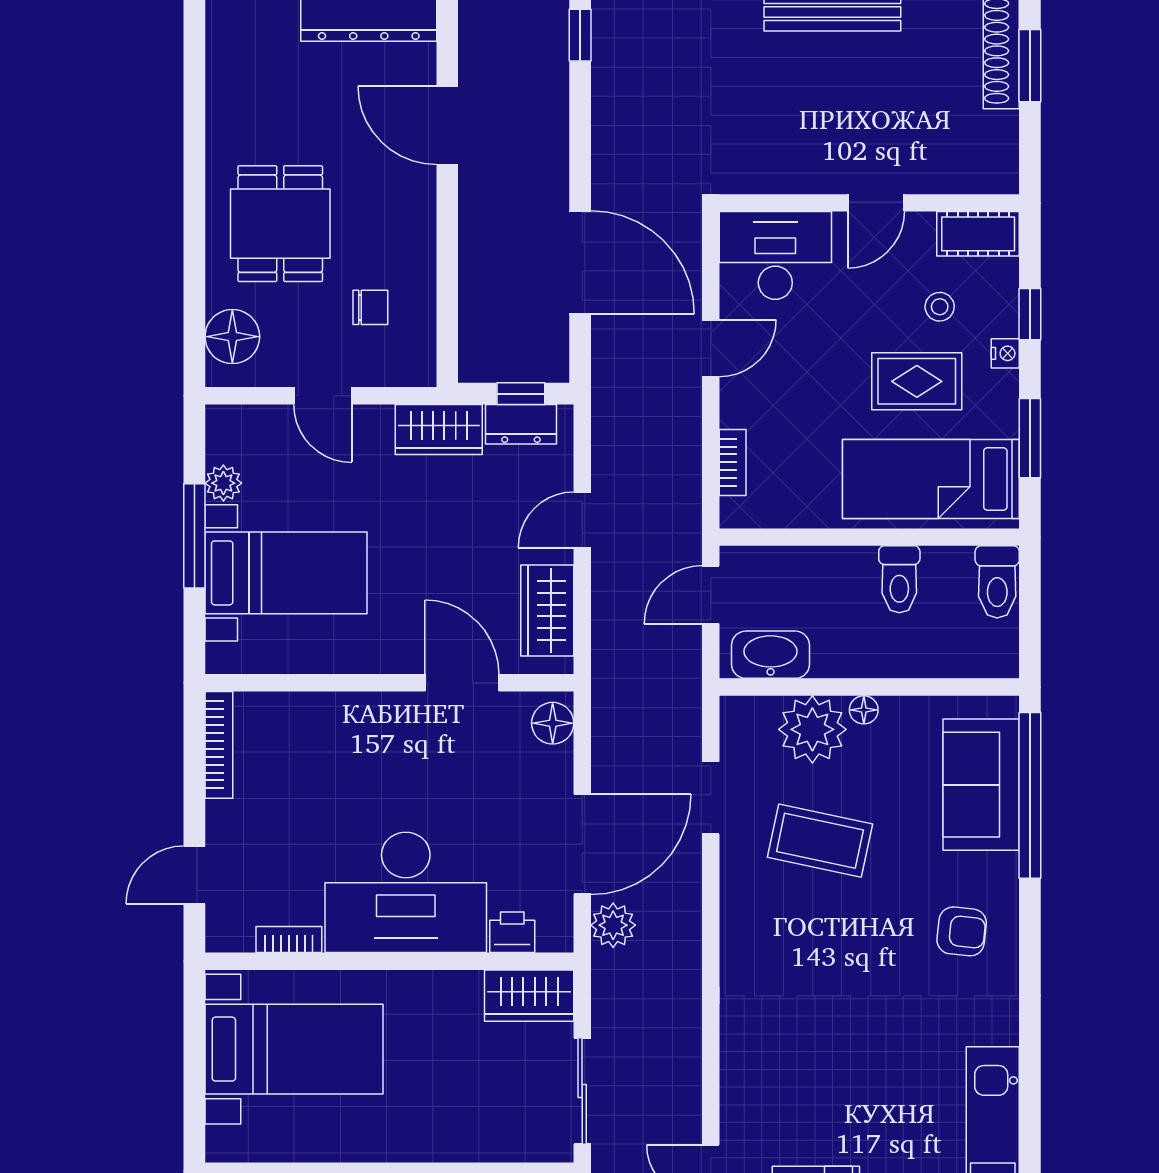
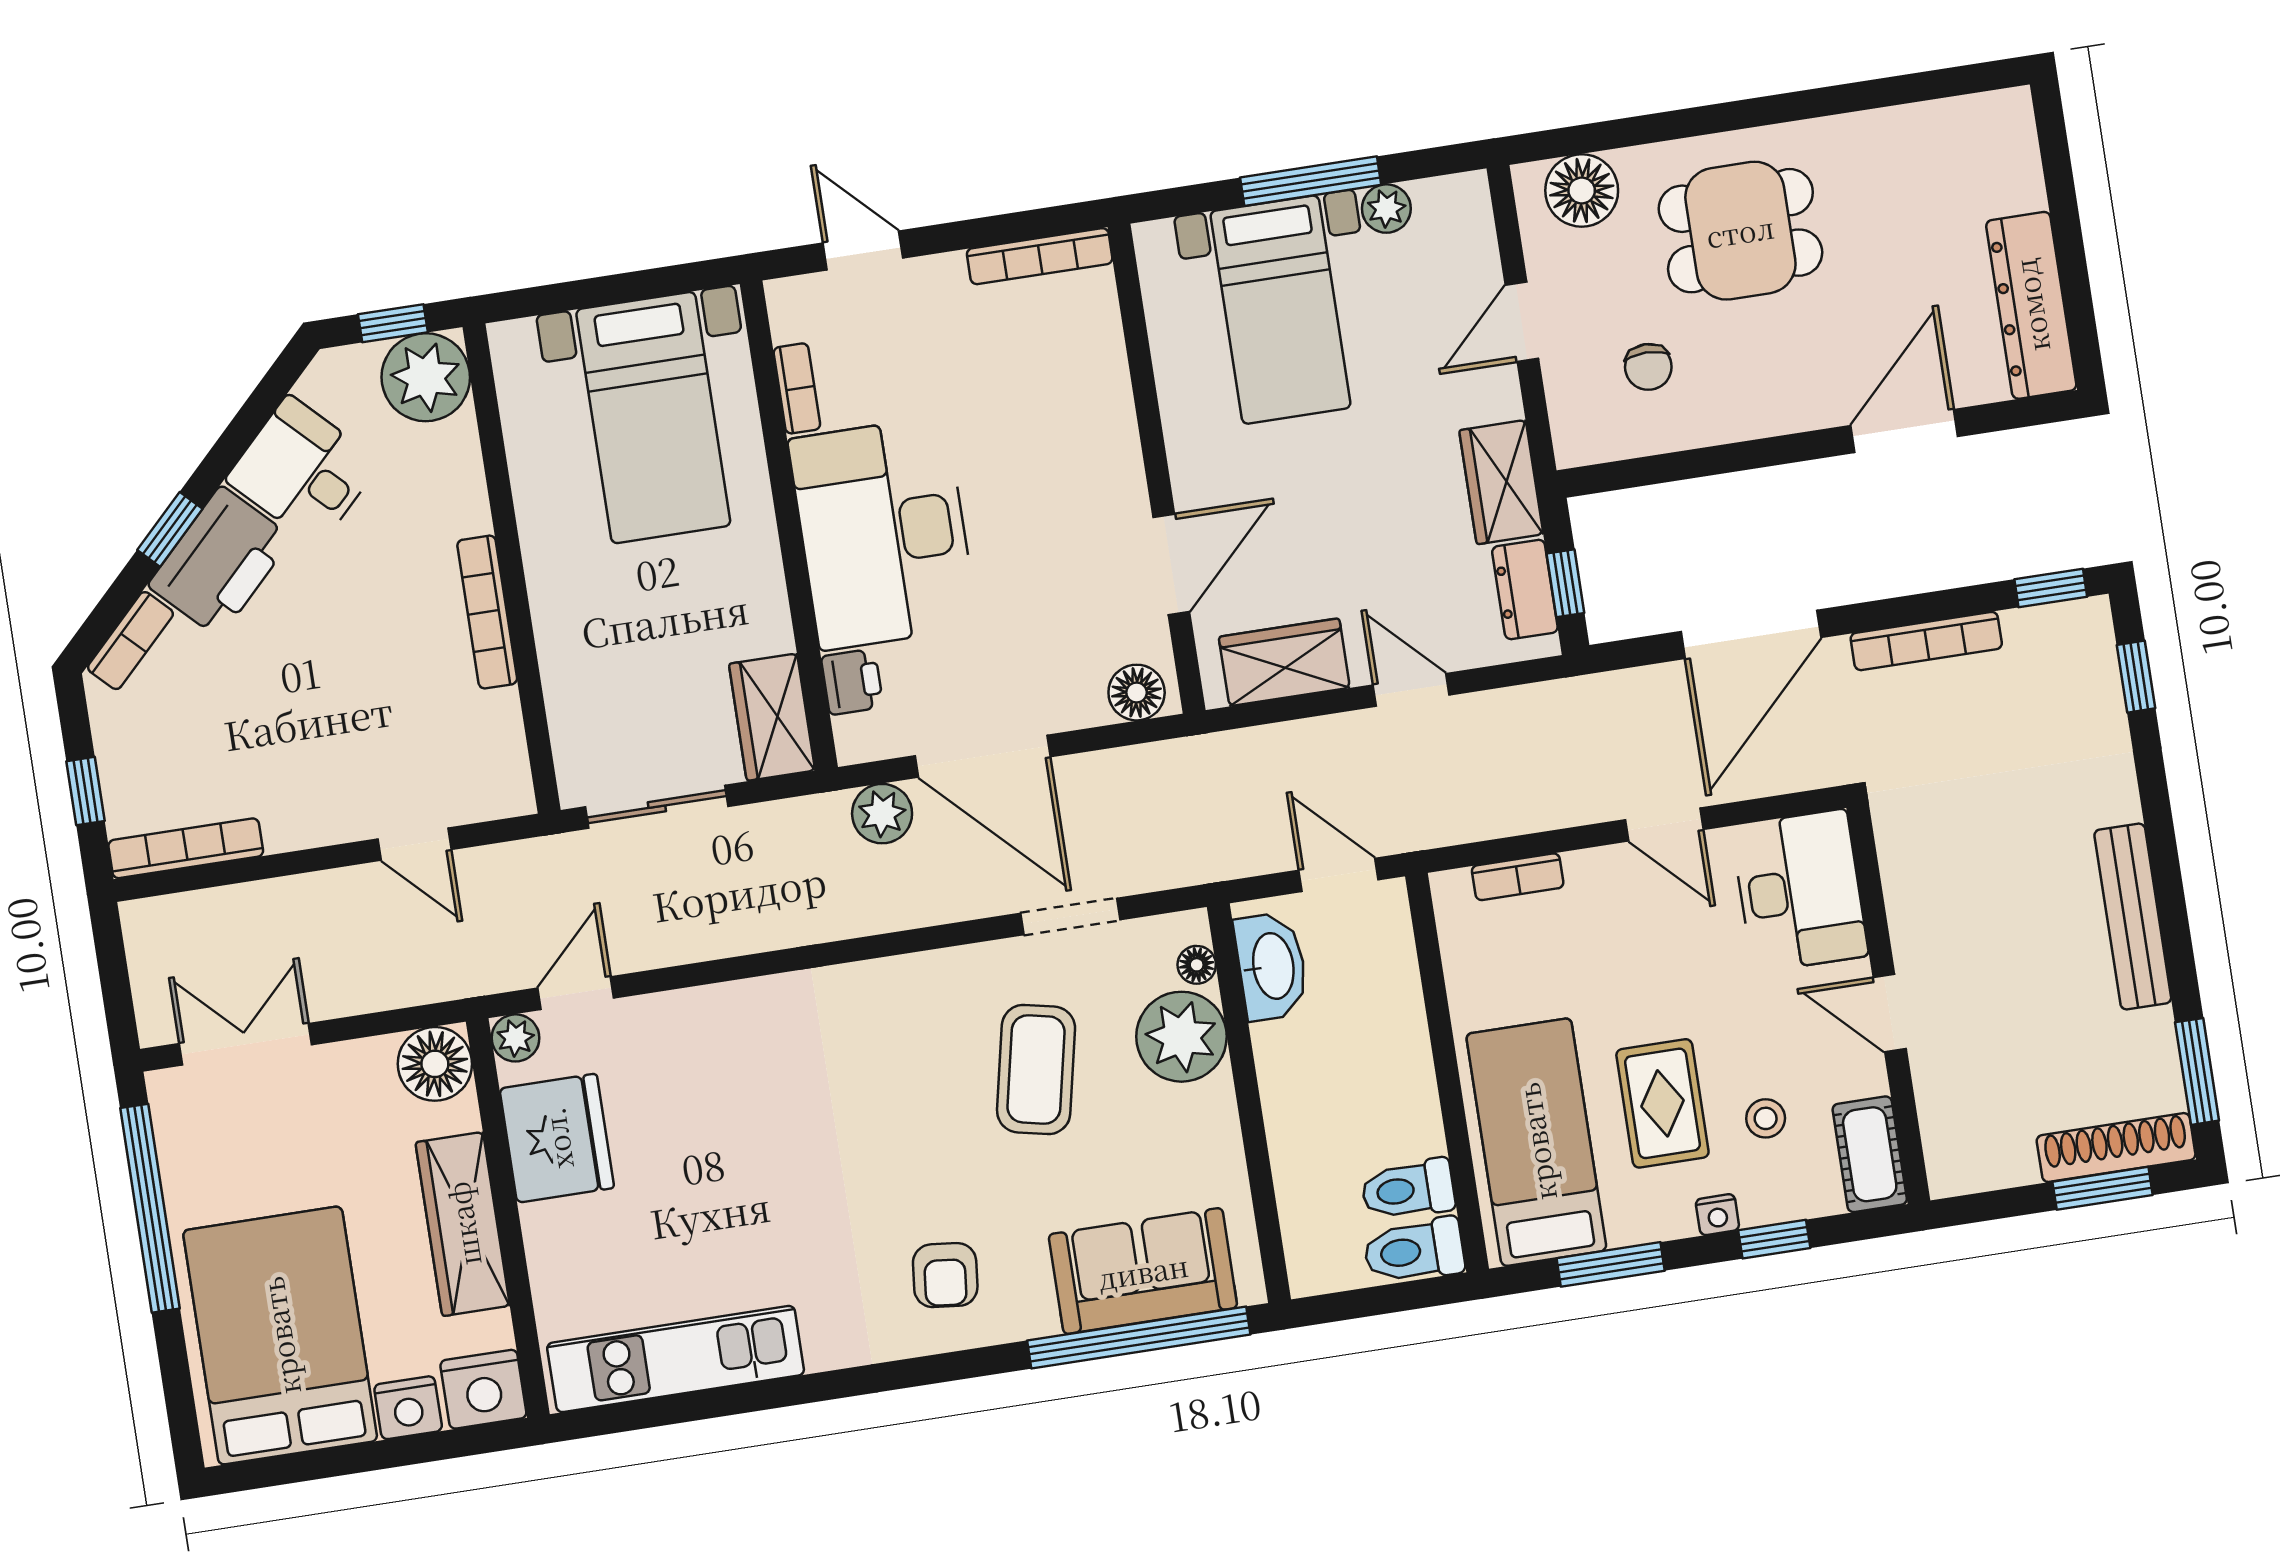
bookcase: (605, 133) -> (1926, 641), added
toilet: (899, 579) -> (1408, 1190), moved
floor lamp: (864, 710) -> (1197, 965), moved

